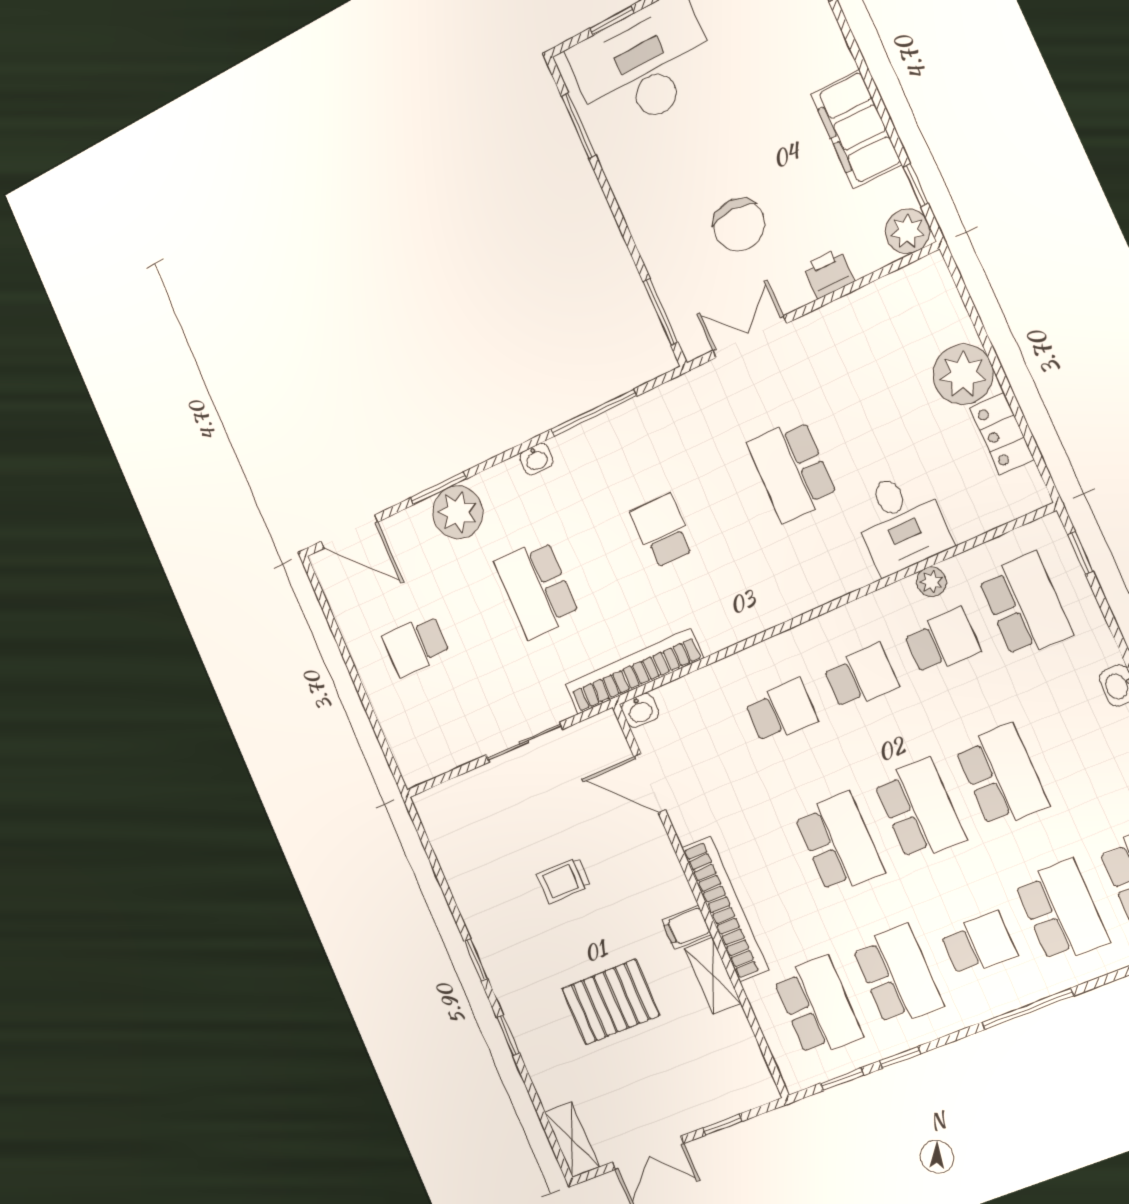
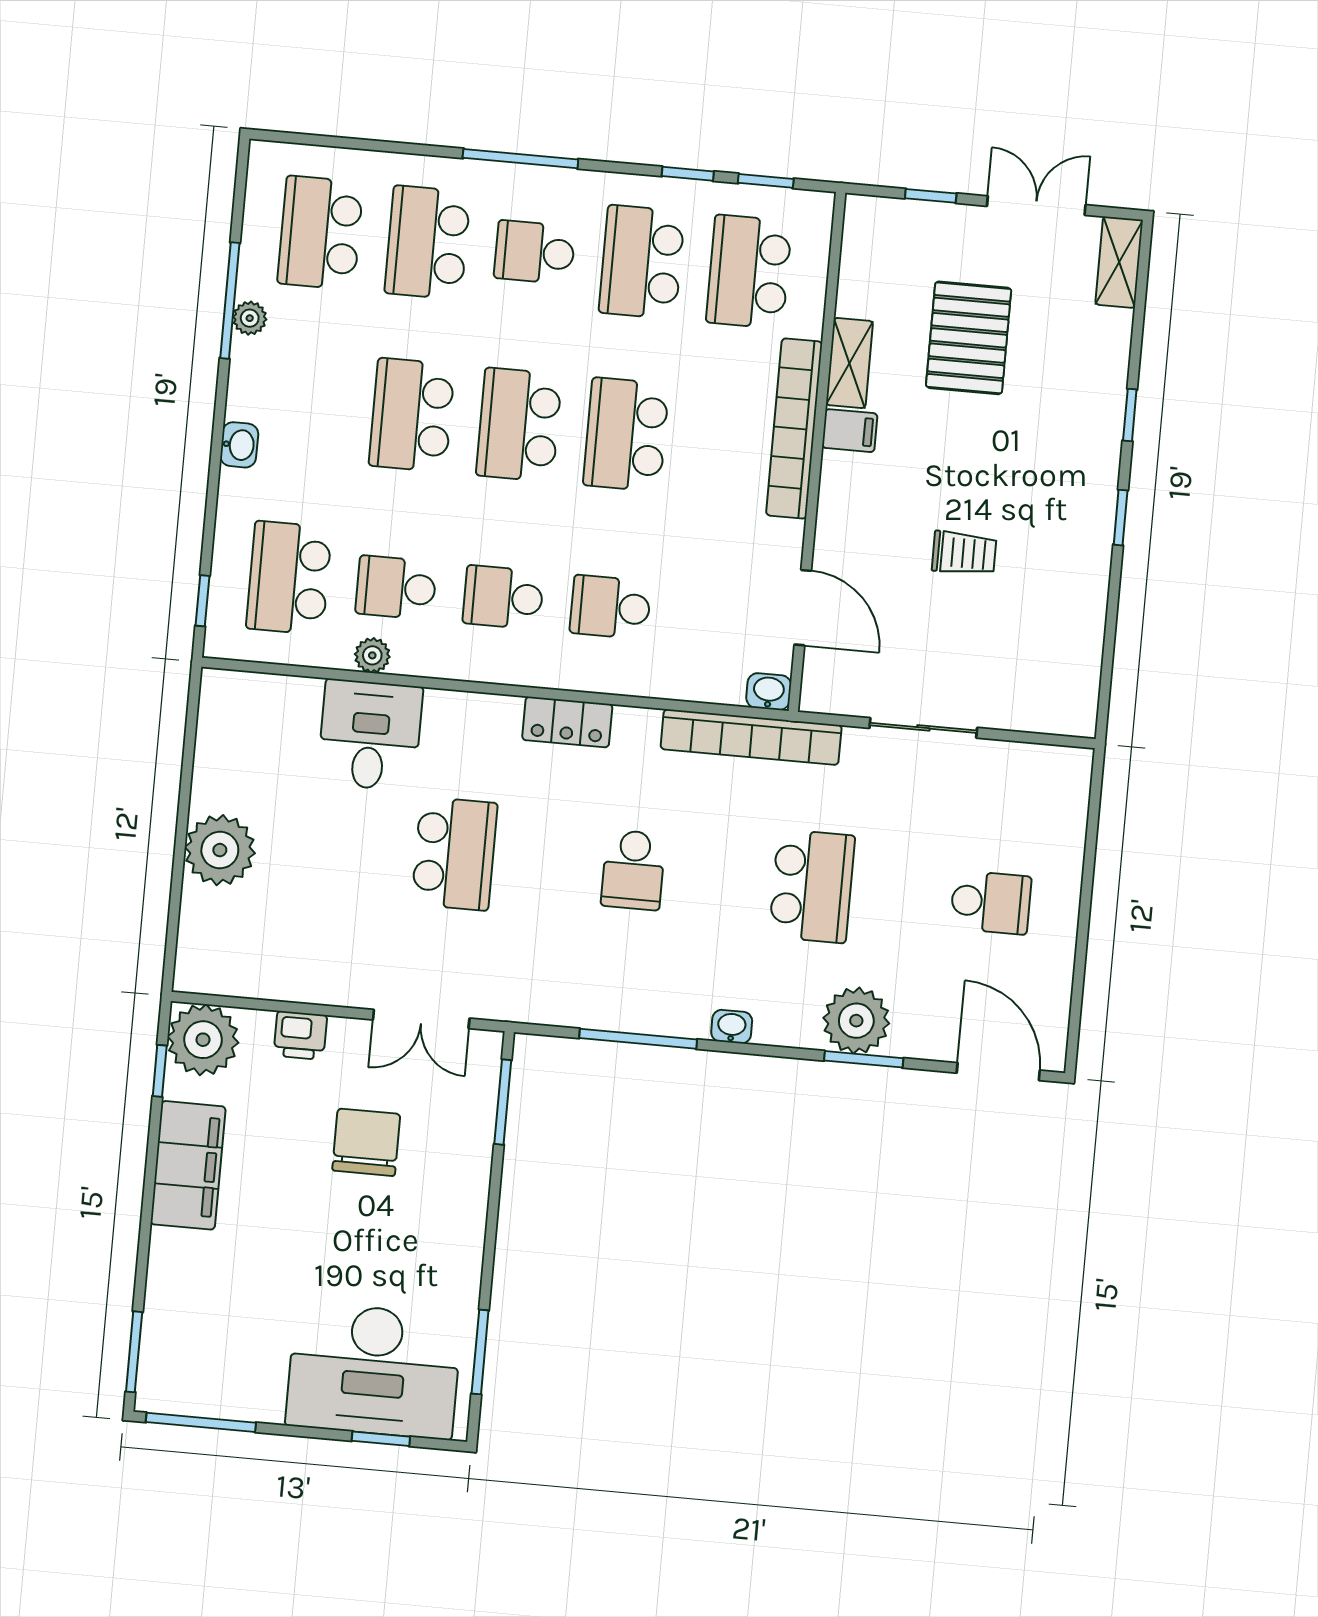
plant: (907, 231) -> (203, 1040), width x1.36, depth x1.36
locker: (1002, 434) -> (567, 722), moved, turned 90
pallet: (611, 1002) -> (969, 338), moved, turned 90

